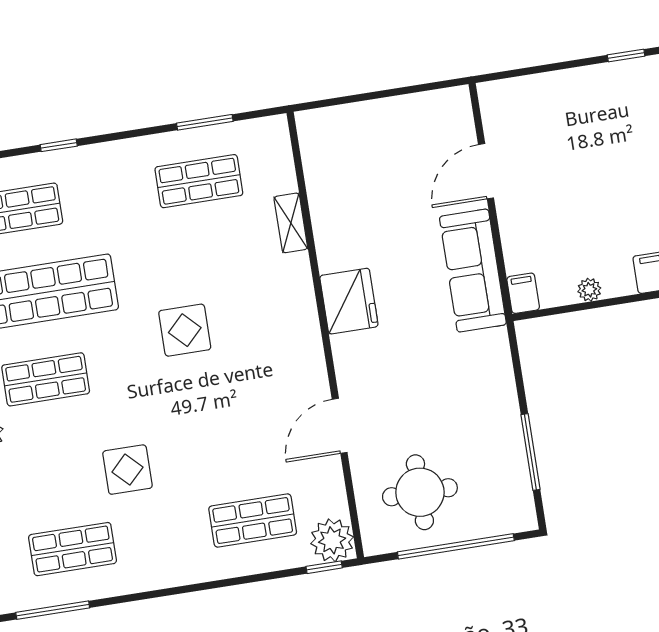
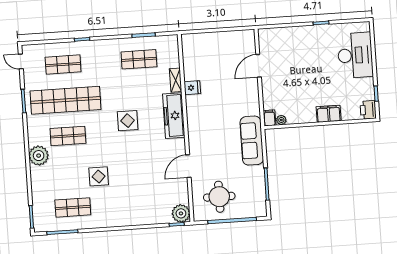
sofa: (473, 271) -> (252, 141), moved
plant: (589, 290) -> (281, 120), moved
fridge: (349, 301) -> (192, 88), moved, width x0.53, depth x0.75
freezer: (294, 308) -> (174, 116), added
shop shelf: (253, 521) -> (149, 202), removed

